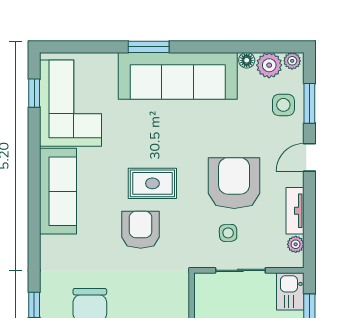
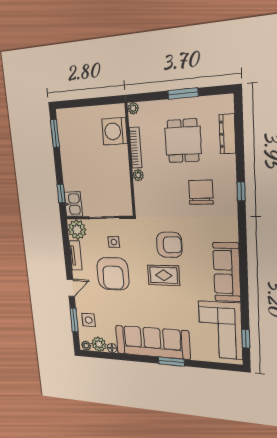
armchair: (141, 230) -> (169, 245), turned -90
plant: (296, 244) -> (77, 230), width x1.88, depth x1.88

